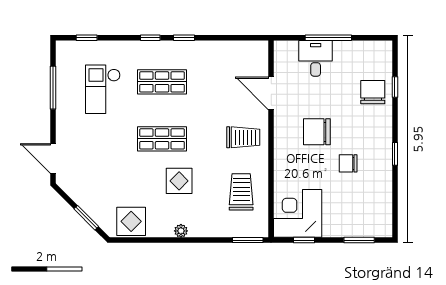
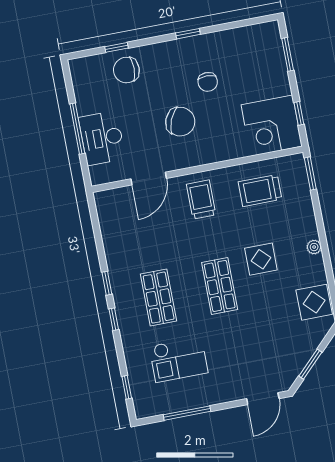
desk: (316, 58) -> (102, 138), width x1.37
chair: (317, 132) -> (180, 122), turned -68
window: (86, 218) -> (310, 364), moved

